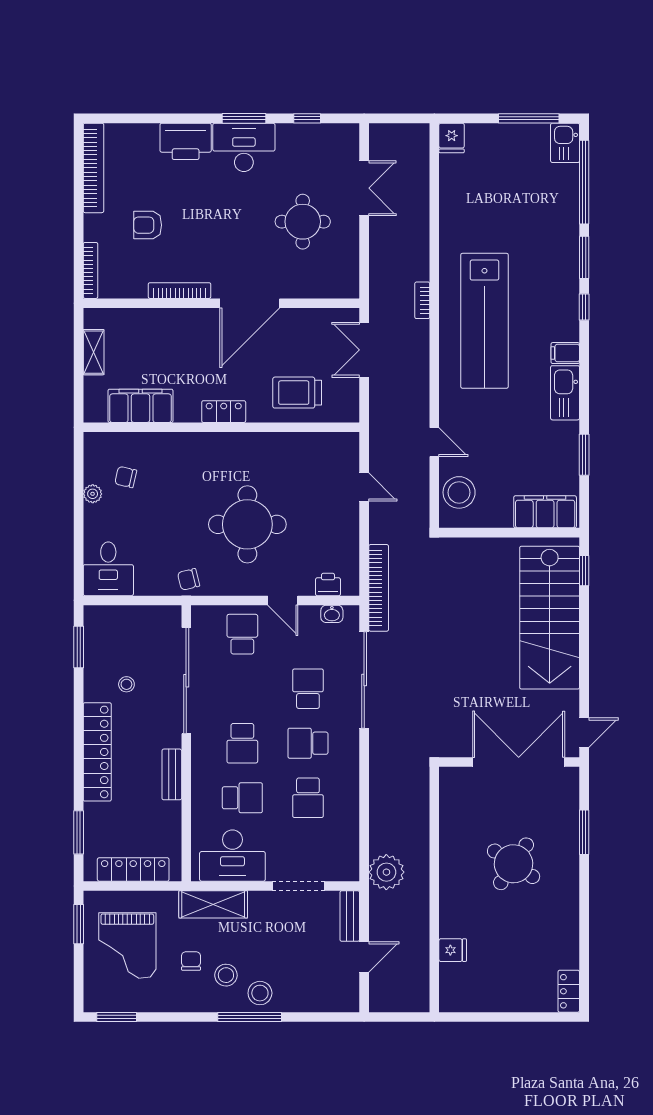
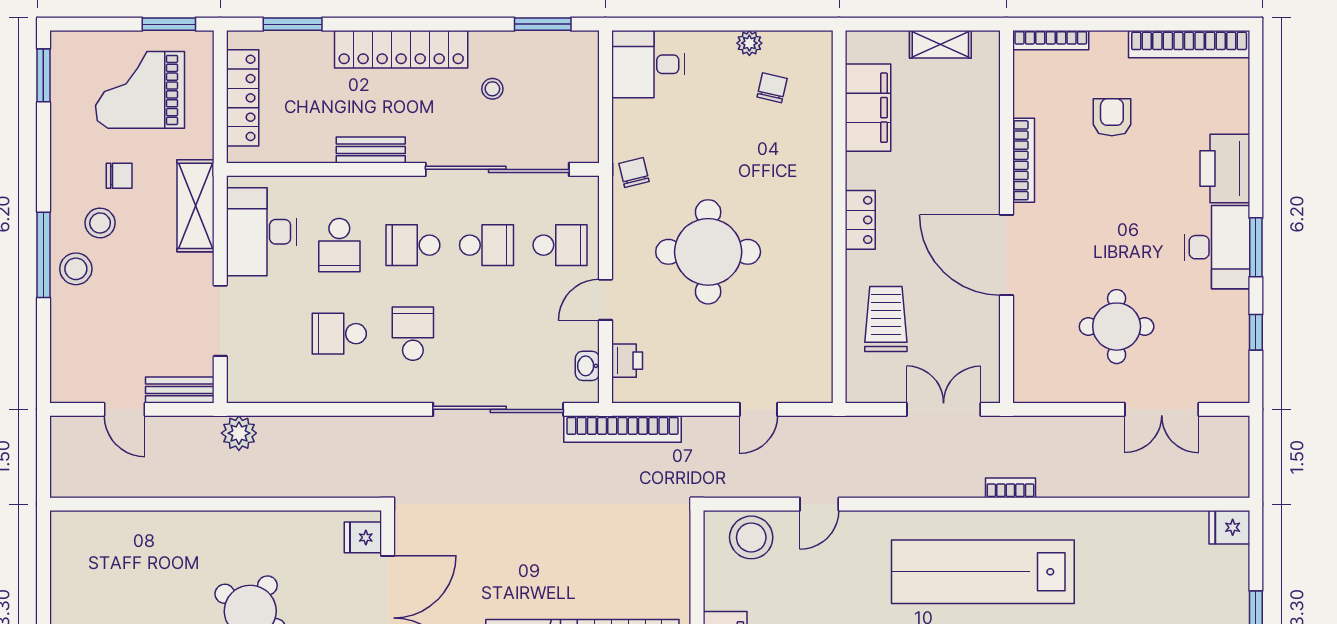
school desk: (308, 689) -> (486, 245), moved
plant: (386, 872) -> (239, 433), width x0.73, depth x0.73
fridge: (453, 950) -> (363, 537), moved, turned 90

